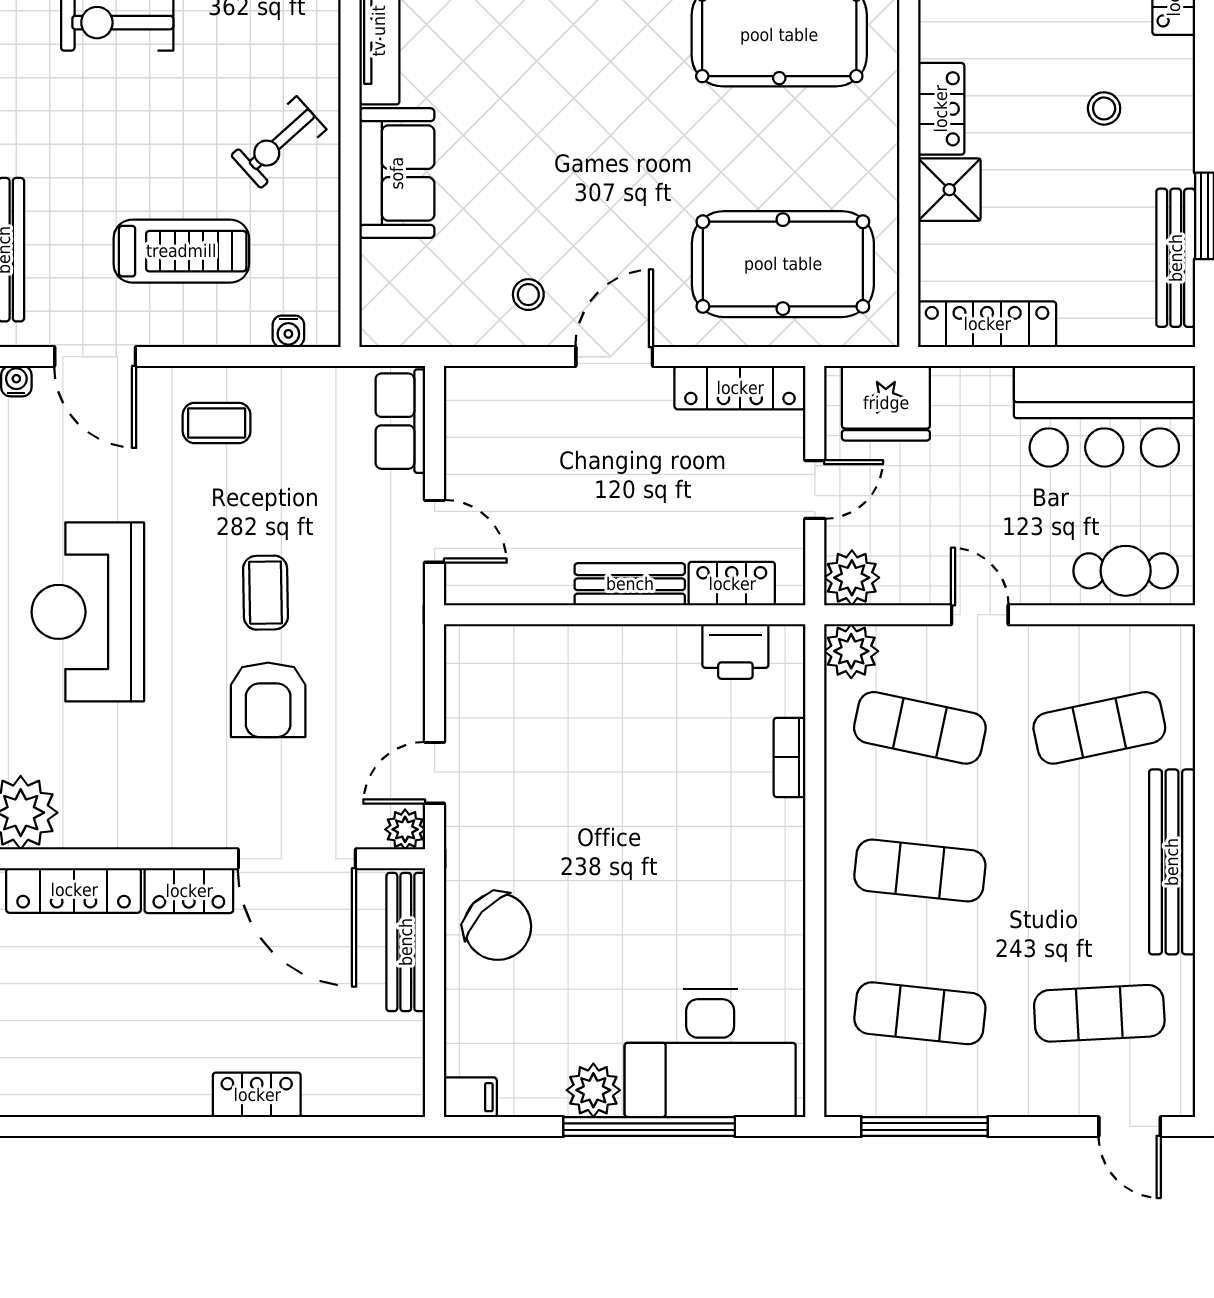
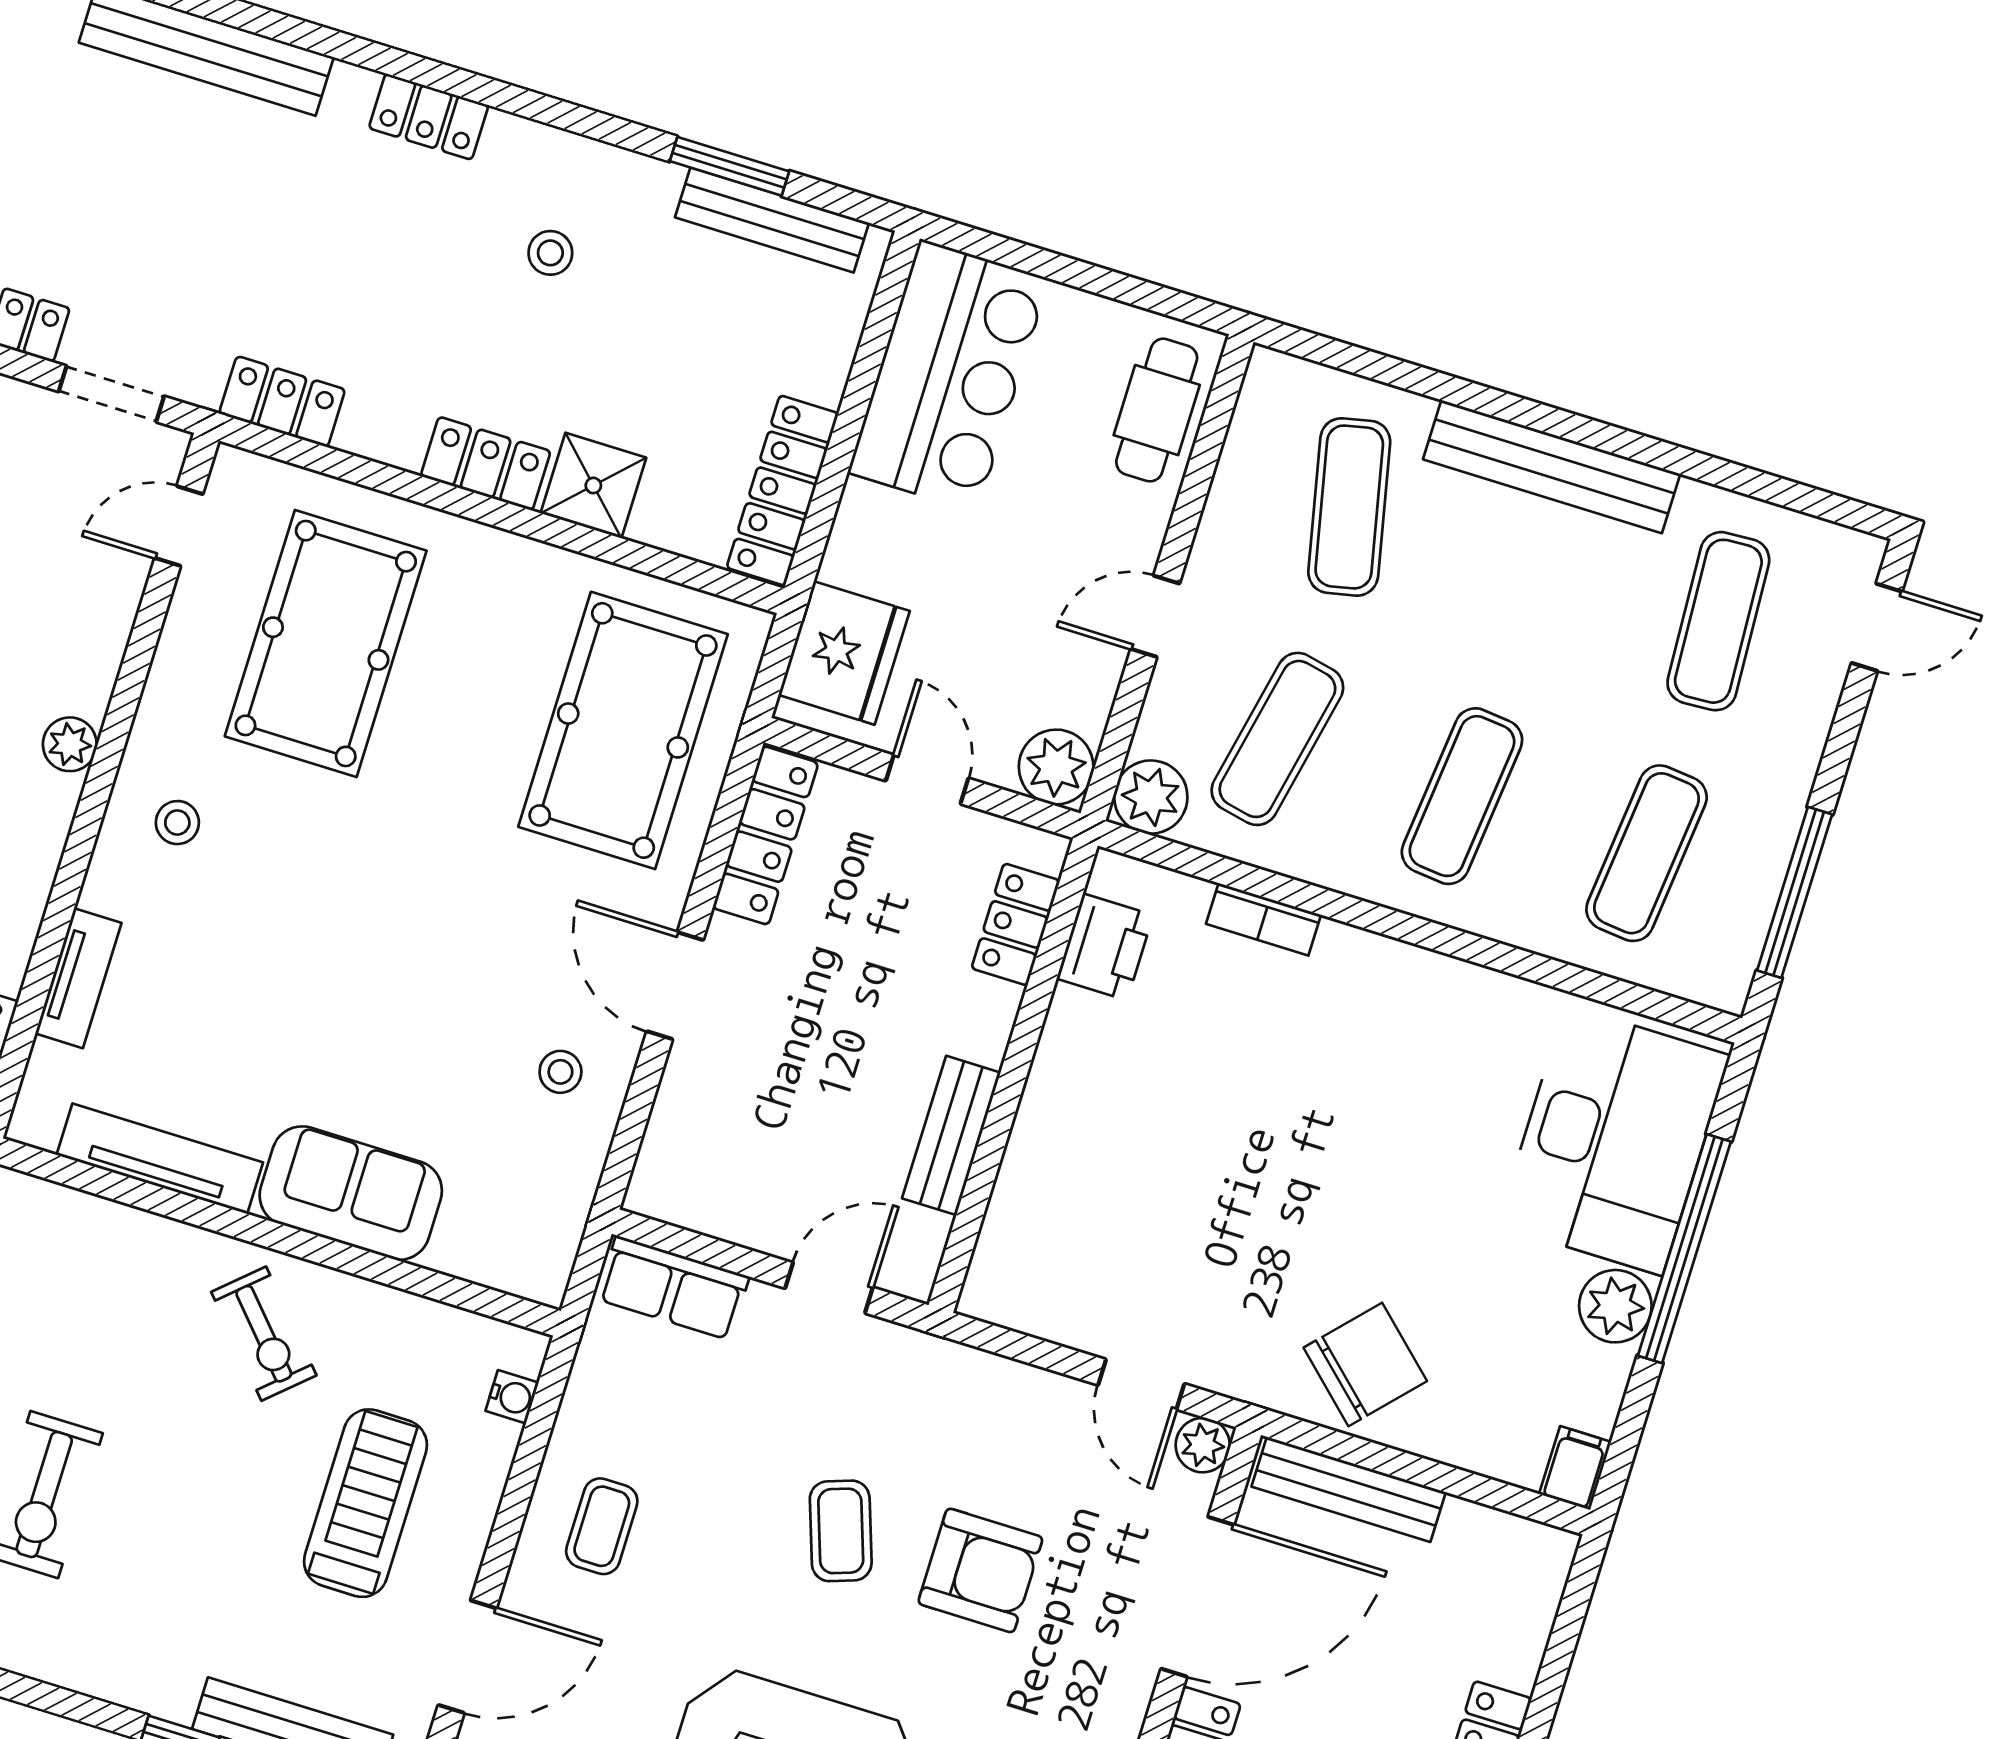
bench: (630, 584) -> (951, 1135), moved
coffee table: (265, 593) -> (841, 1531), turned 72

